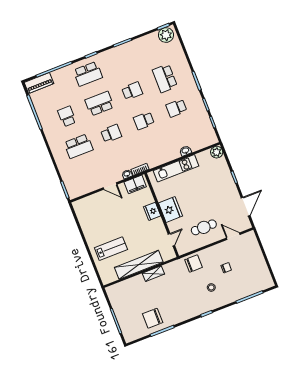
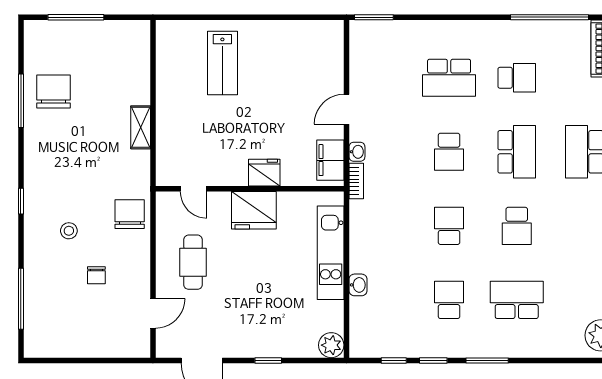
school desk: (78, 146) -> (449, 78), turned -90
chair: (194, 264) -> (130, 214), turned 180
shelving: (139, 265) -> (169, 105), removed

